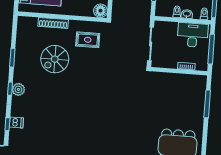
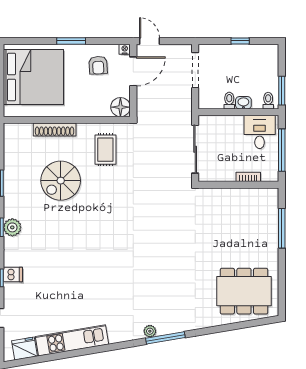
desk: (193, 35) -> (260, 132), width x0.73
rug: (88, 40) -> (105, 150), turned 90

